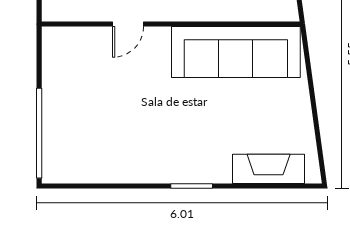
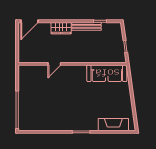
sofa: (236, 52) -> (107, 73), width x0.74, depth x0.79

